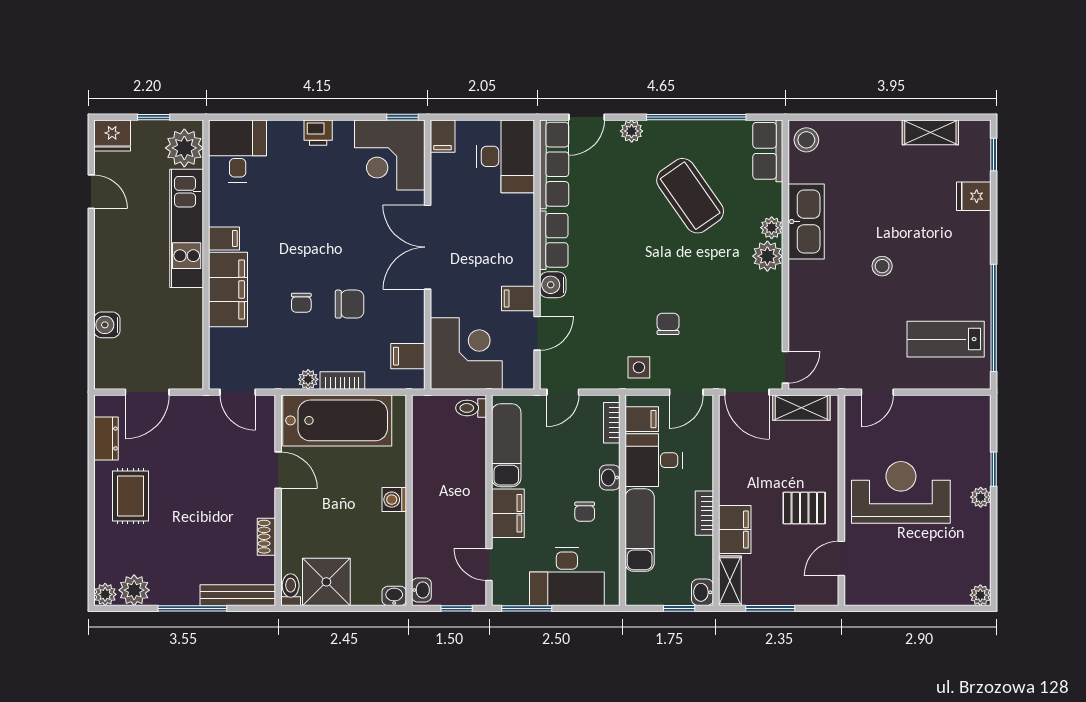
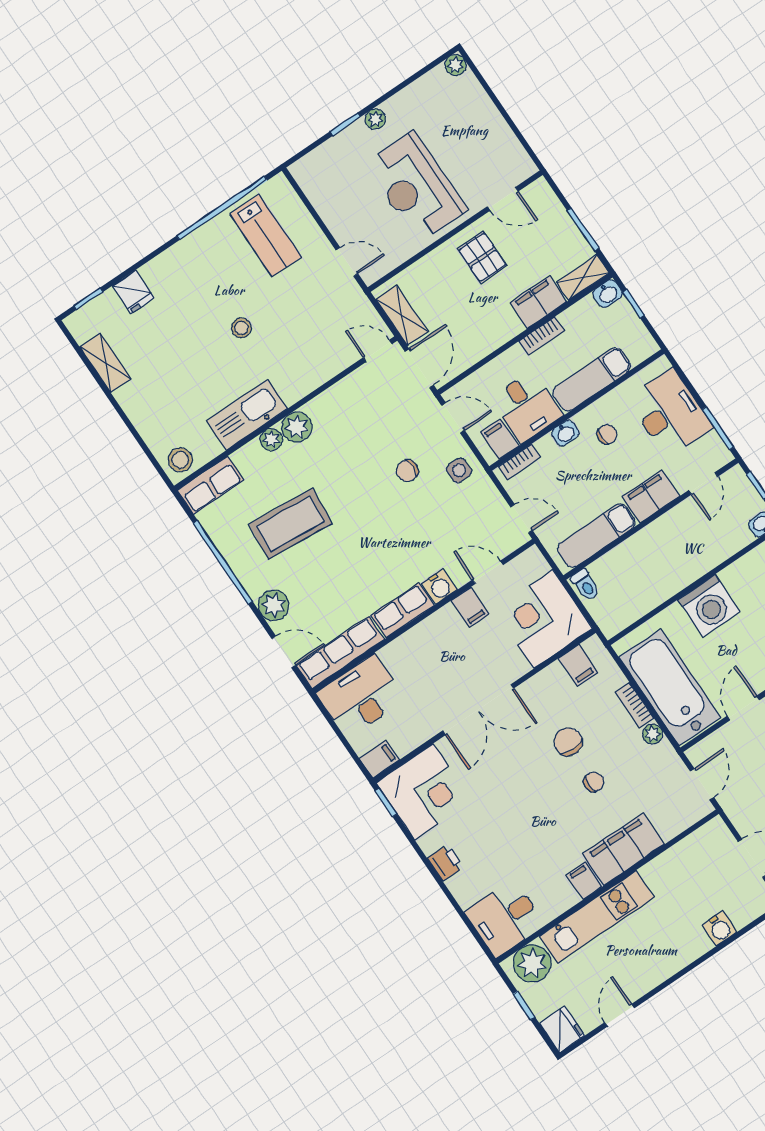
plant: (632, 131) -> (274, 605), width x1.38, depth x1.38
coffee table: (690, 196) -> (290, 524), turned 40
washing machine: (394, 500) -> (709, 606), width x1.89, depth x1.89

